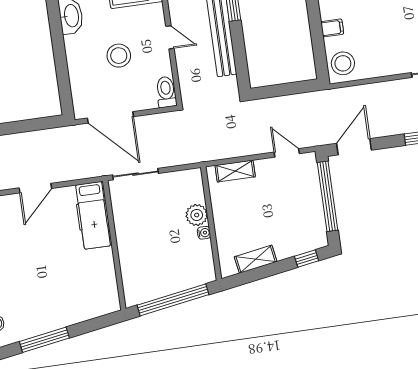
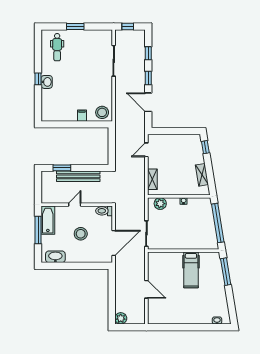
door: (354, 147) -> (148, 102), moved
window: (328, 196) -> (173, 131), removed
hospital bed: (93, 215) -> (191, 270), moved, turned 90
plant: (197, 215) -> (160, 204), moved
window: (44, 340) -> (226, 272), moved

